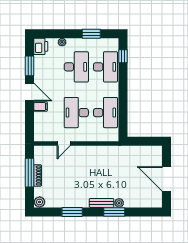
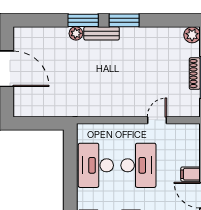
window: (72, 212) -> (124, 20), moved

